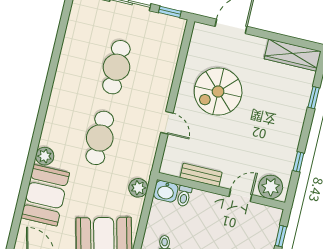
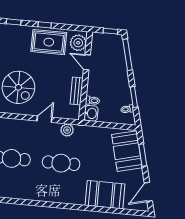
rug: (278, 144) -> (49, 42), added
plant: (45, 156) -> (79, 199), removed
window: (298, 162) -> (45, 25), moved
plant: (138, 188) -> (67, 130), moved

